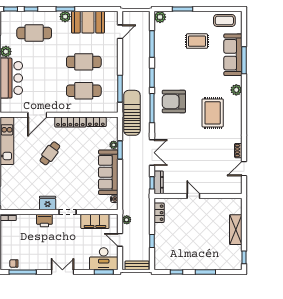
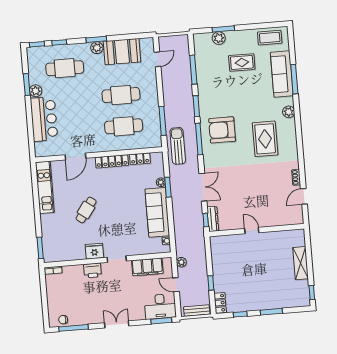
plant: (160, 17) -> (219, 38), moved
sun lounger: (132, 113) -> (178, 146), width x0.73, depth x0.75
cafe table: (50, 153) -> (86, 210), moved
locker: (159, 213) -> (220, 303), moved

